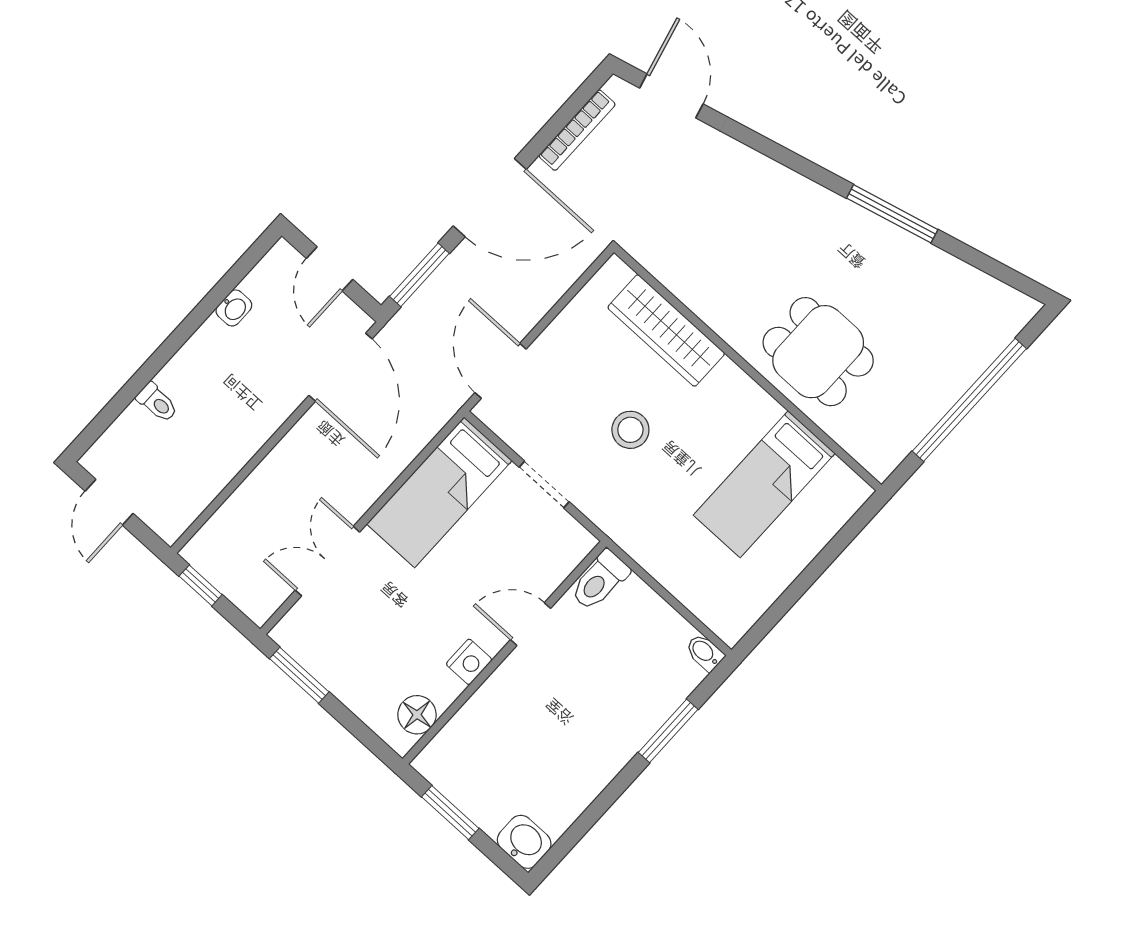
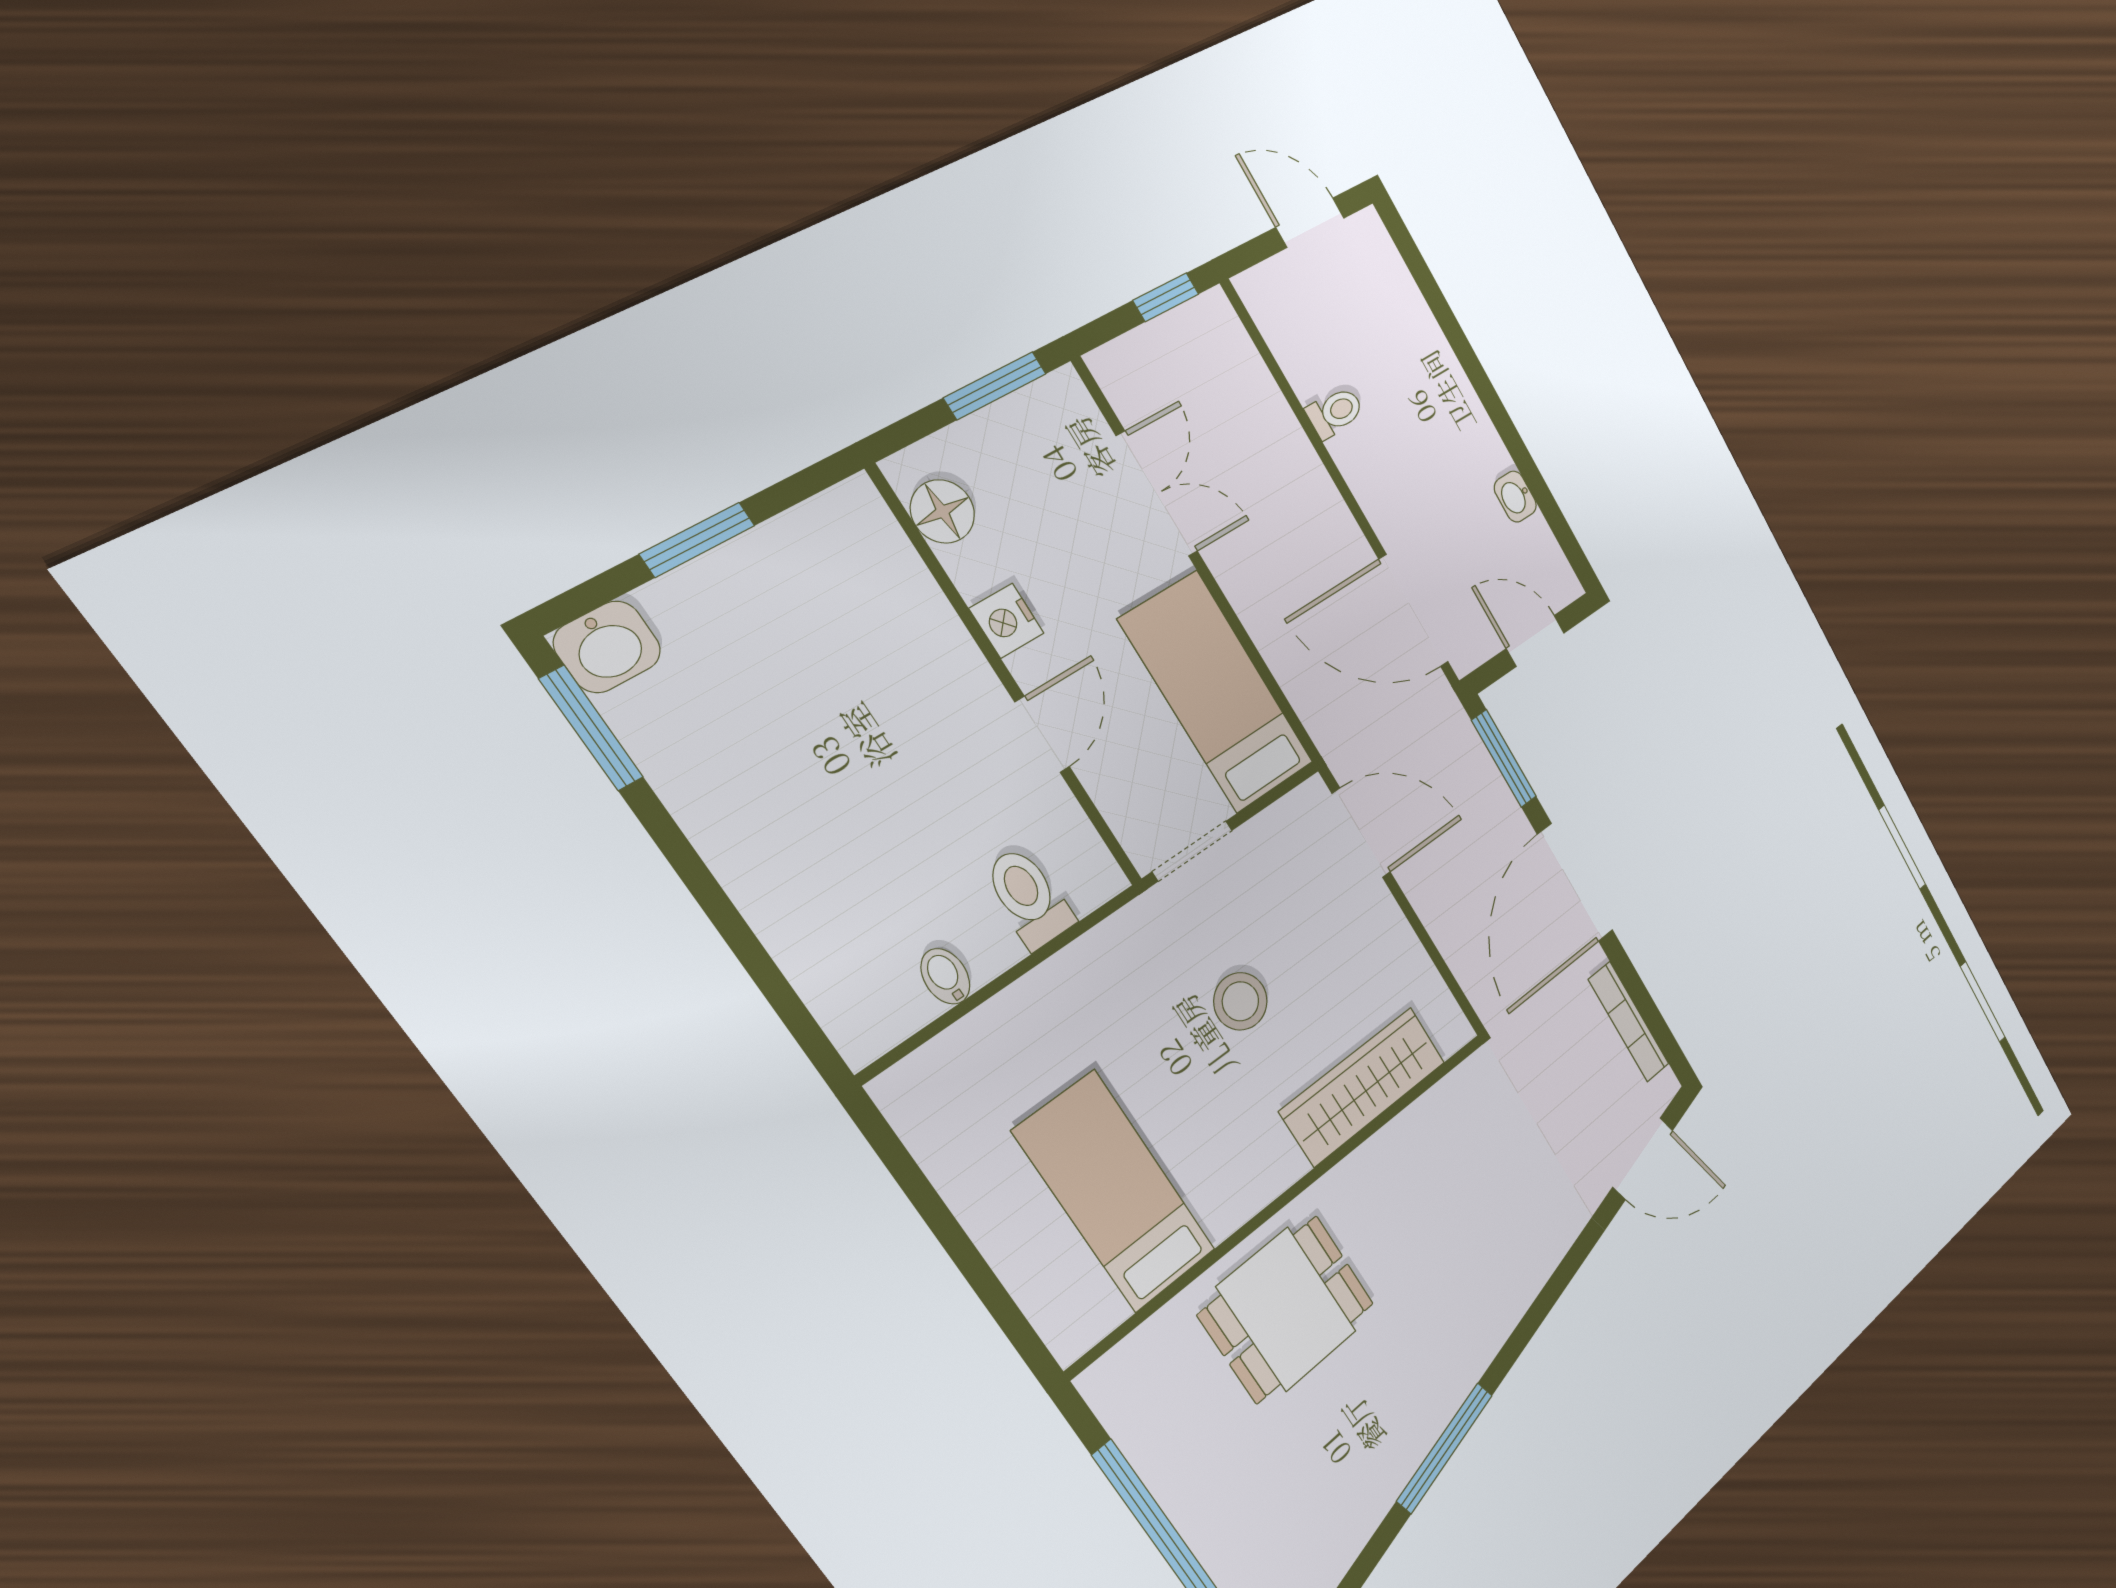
toilet: (157, 402) -> (1335, 412), moved, turned 180
door: (531, 624) -> (1042, 734), moved
bidet: (705, 652) -> (945, 976), moved, turned -90
wall: (504, 653) -> (1007, 680), moved
nightstand: (469, 662) -> (1007, 621), moved
floor lamp: (417, 715) -> (942, 511), moved
window: (668, 731) -> (591, 728), moved

